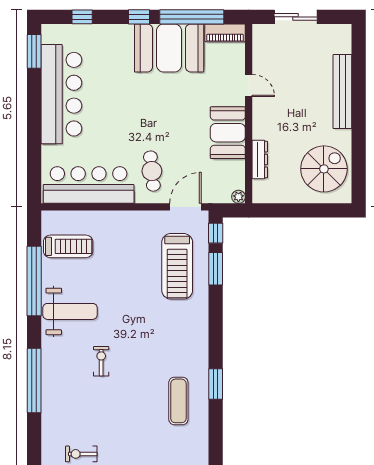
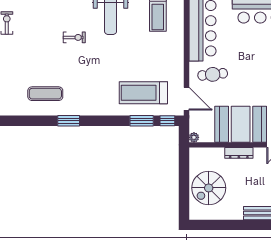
booth: (228, 133) -> (241, 124), width x1.36, depth x1.42
dresser: (260, 159) -> (239, 153), moved
spiral stairs: (324, 169) -> (209, 188), moved, turned 90
window: (216, 384) -> (69, 121), moved

